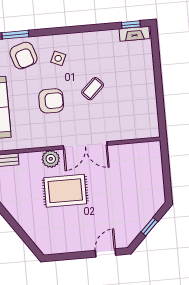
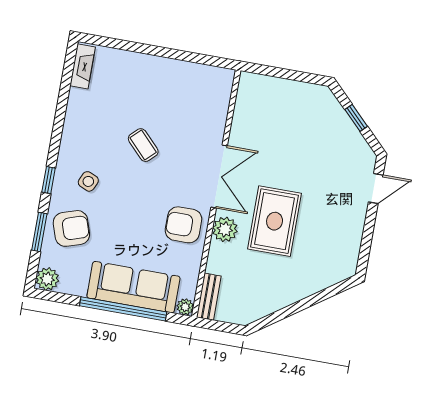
window: (131, 25) -> (49, 180), moved
armchair: (51, 101) -> (183, 225), moved, turned -90
door: (106, 253) -> (376, 189), swing flipped

